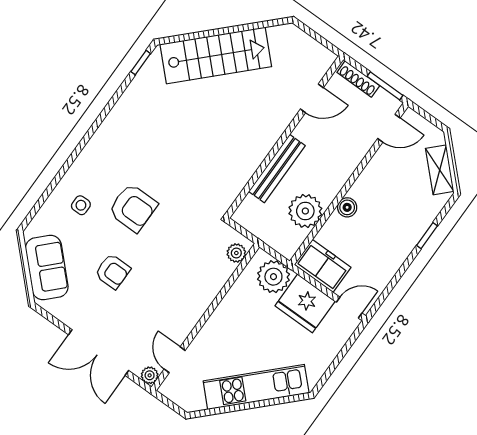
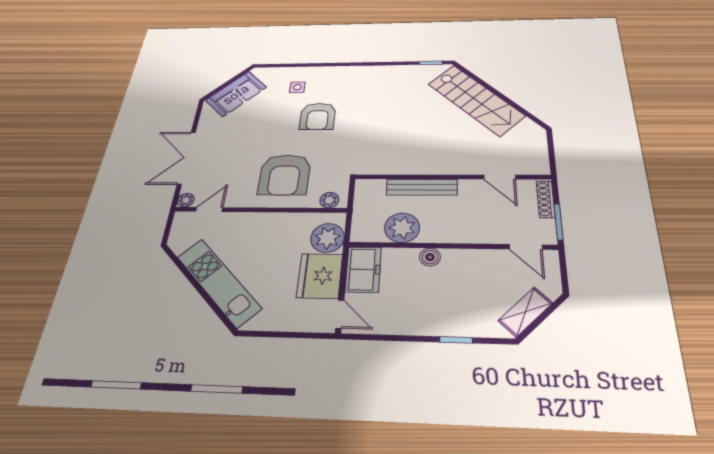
armchair: (113, 271) -> (285, 175), moved, width x1.88, depth x1.88

